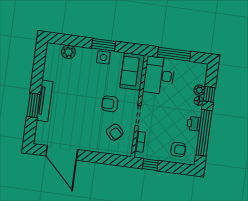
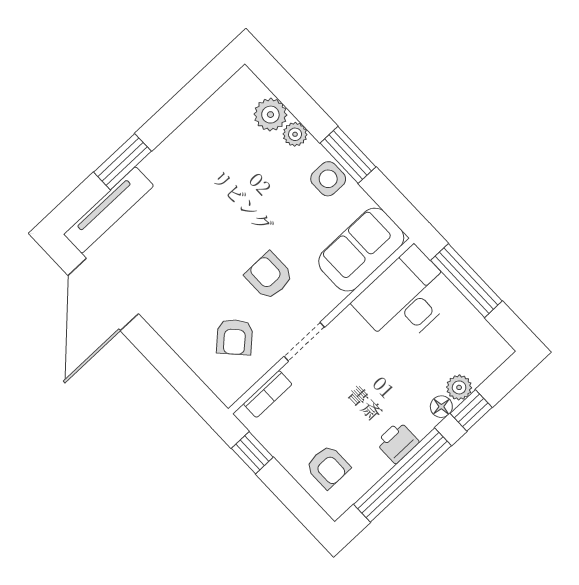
plant: (81, 52) -> (295, 134), added
tv unit: (45, 101) -> (109, 210), moved

